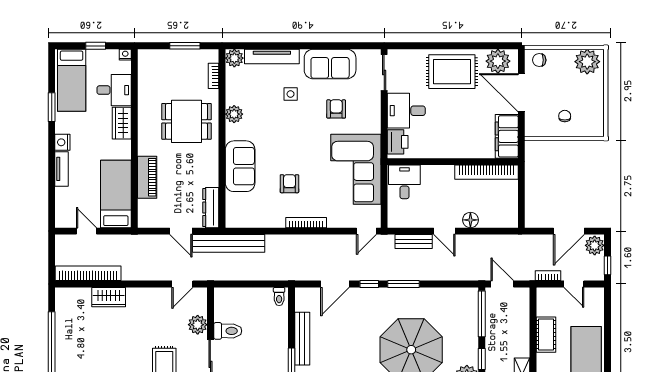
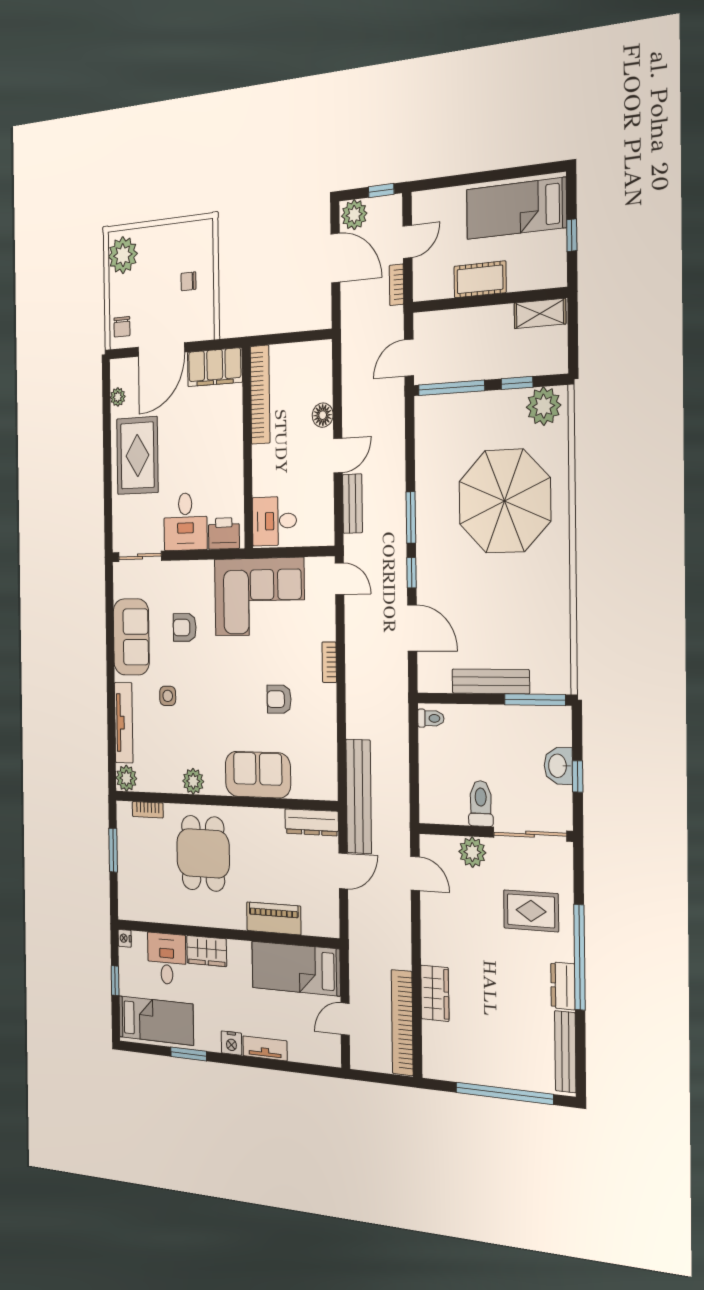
plant: (498, 61) -> (118, 397), width x0.53, depth x0.53
bookcase: (306, 223) -> (329, 662), width x0.64

